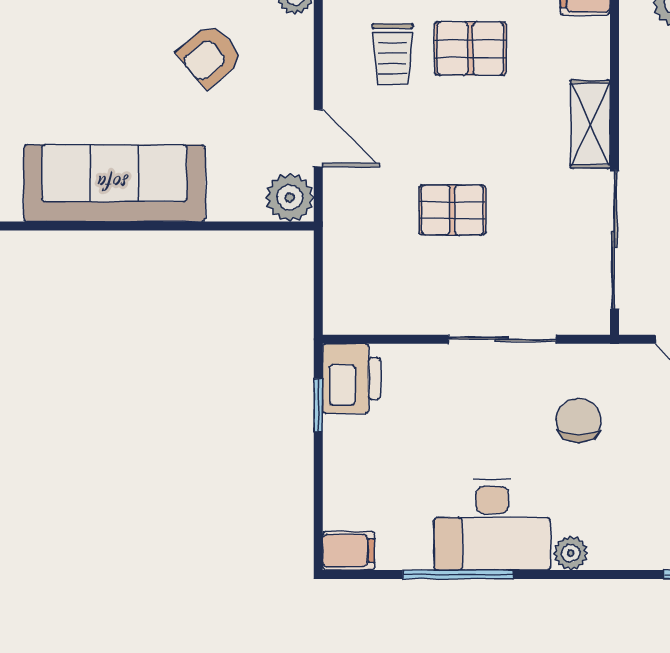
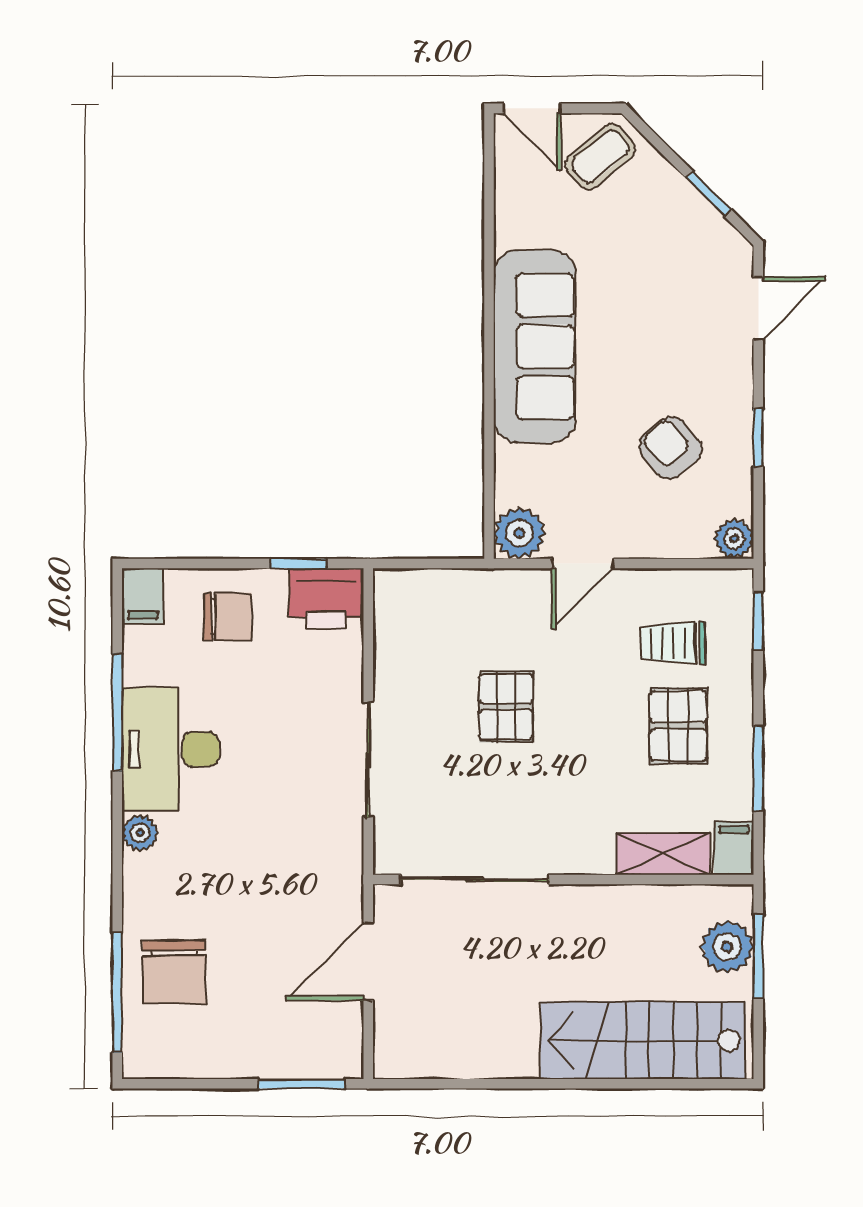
shelving: (590, 124) -> (663, 854), moved
chair: (578, 421) -> (228, 617), moved

